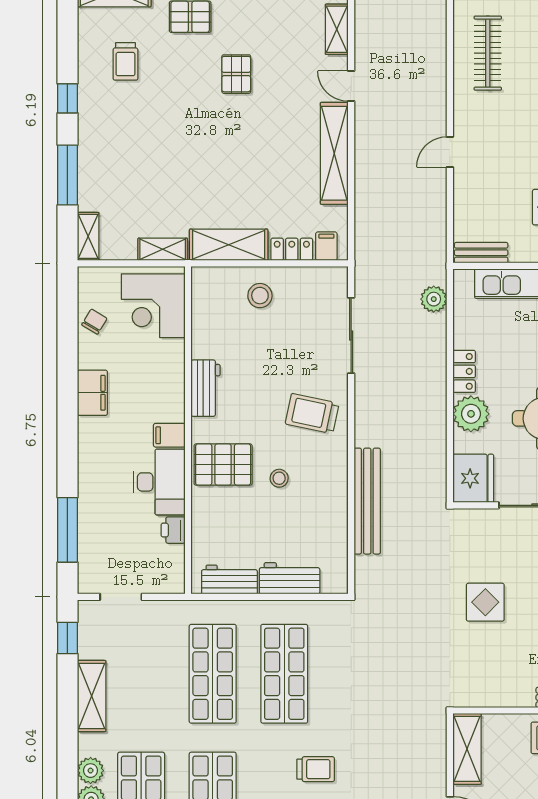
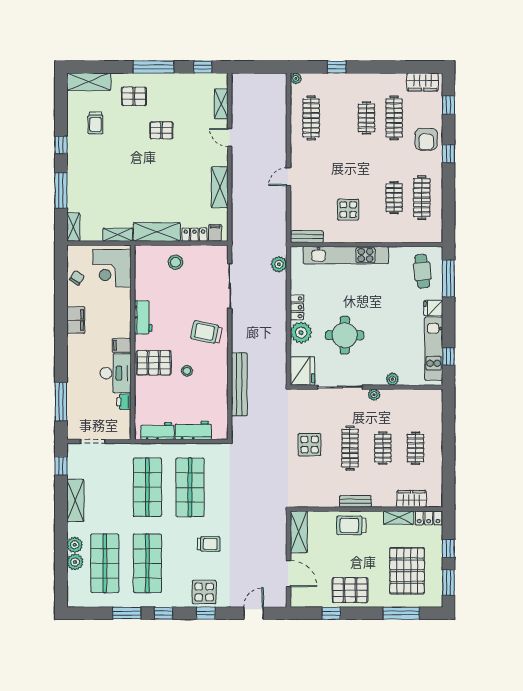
pallet: (236, 74) -> (161, 130), turned 90
shelving: (334, 153) -> (220, 187), width x0.68

